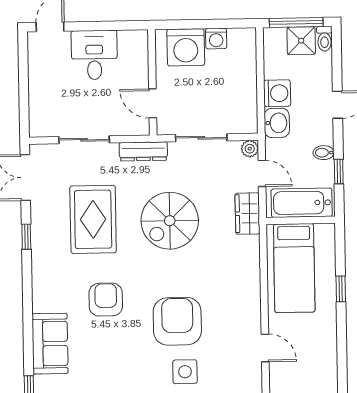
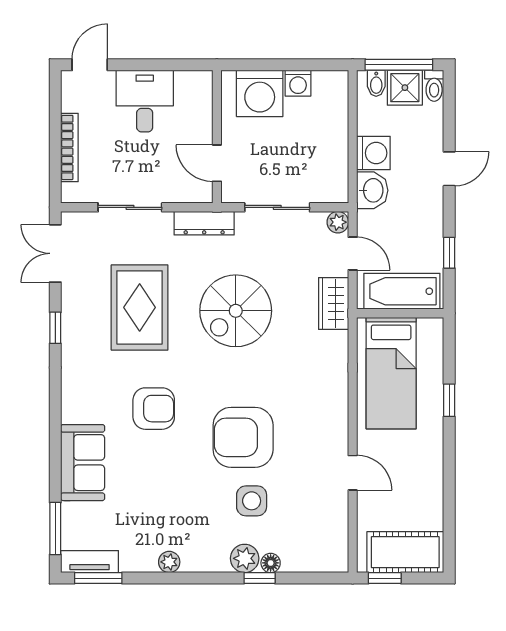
bookcase: (35, 93) -> (69, 147), added
bidet: (324, 153) -> (376, 83), moved, turned -90
armchair: (106, 300) -> (154, 409), turned 90
armchair: (177, 321) -> (243, 437), turned -90

